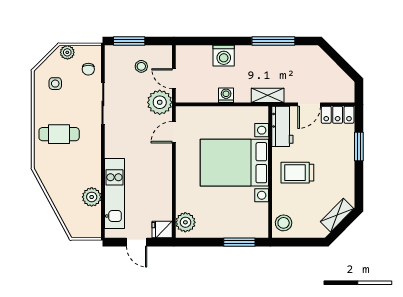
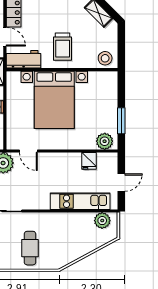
plant: (92, 197) -> (102, 221), moved
fridge: (162, 230) -> (89, 161), moved
window: (239, 242) -> (121, 121), moved

